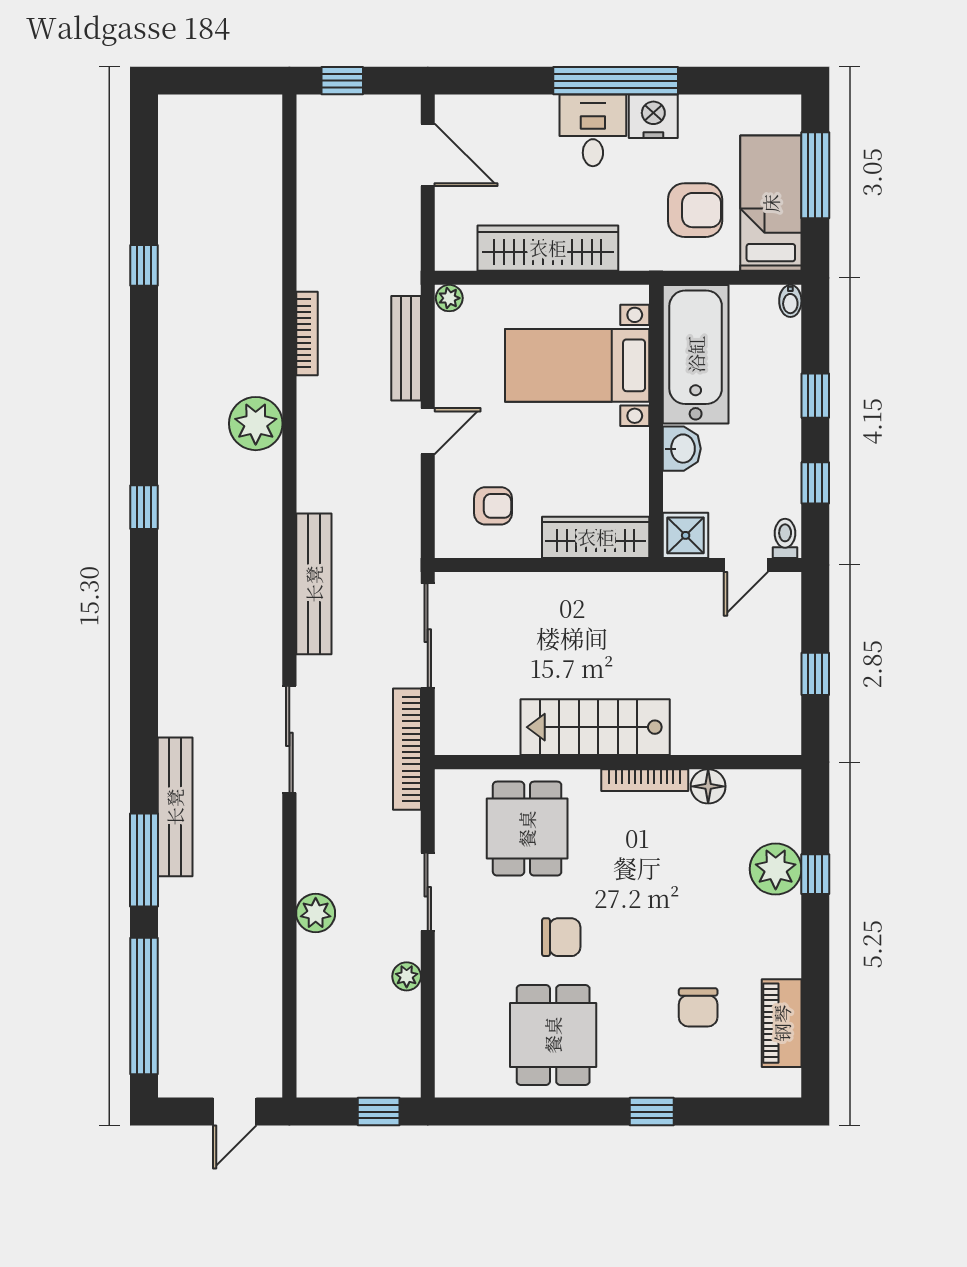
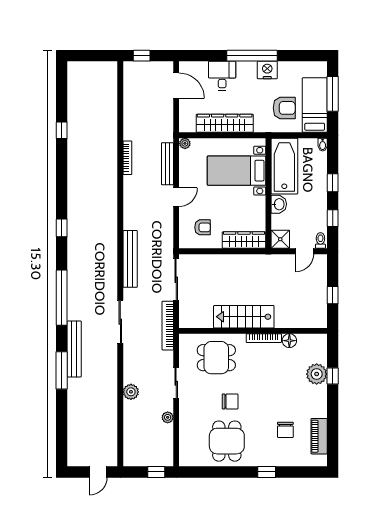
desk: (593, 130) -> (222, 76), moved
plant: (256, 424) -> (107, 194), removed
dining table: (527, 829) -> (216, 358), turned 90
window: (144, 1006) -> (62, 298), moved

